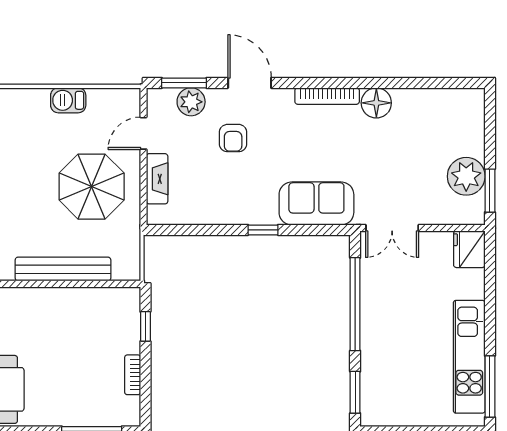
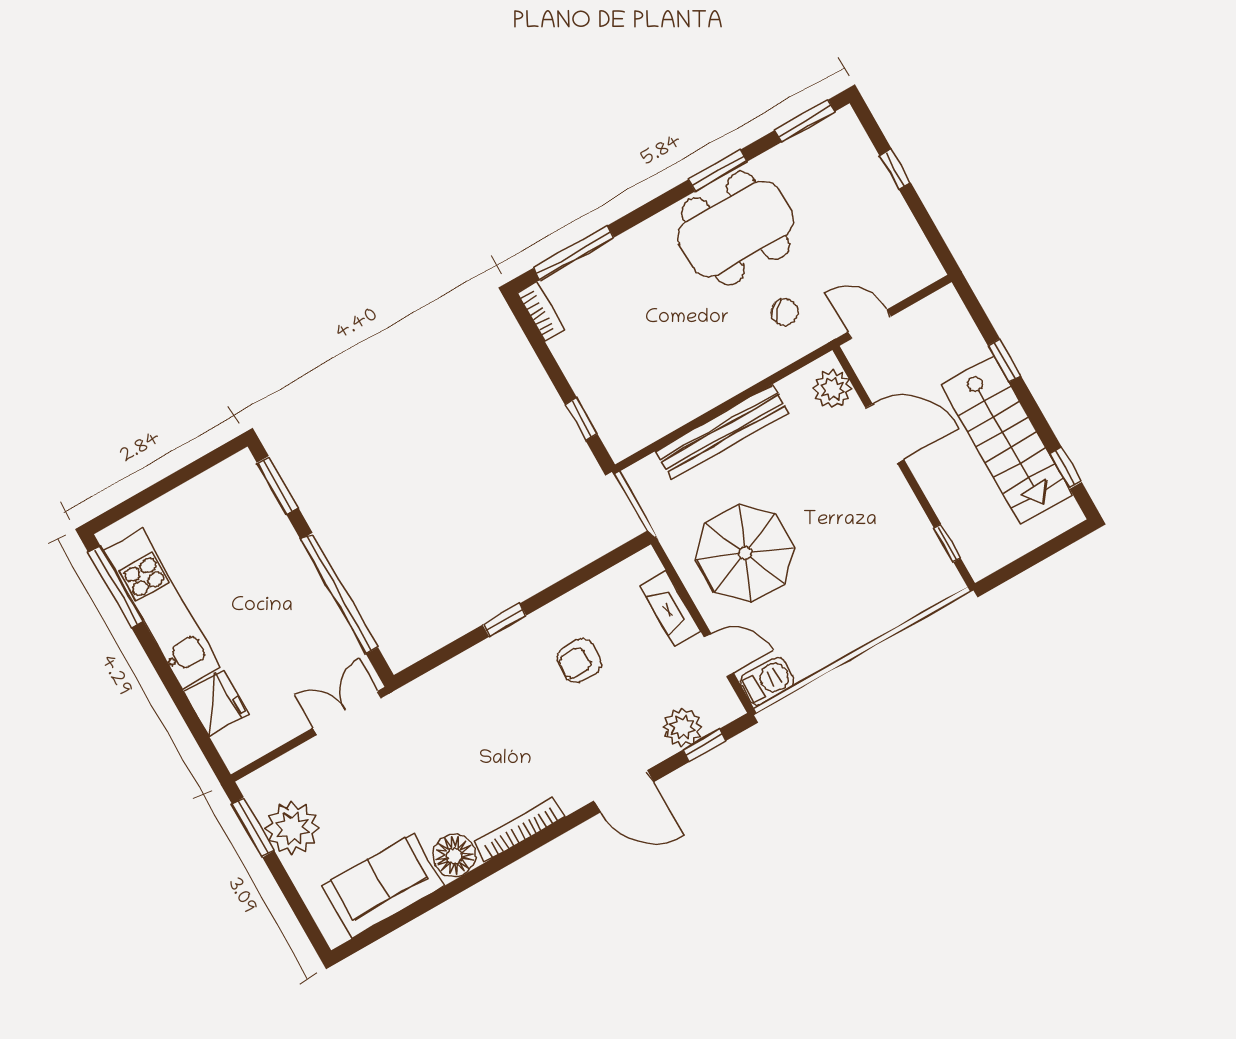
window: (184, 83) -> (704, 745), width x0.67
barbecue: (68, 100) -> (767, 681), moved
door: (143, 133) -> (719, 655), hinge flipped
armchair: (233, 138) -> (579, 661), moved, turned -90
sofa: (316, 204) -> (383, 886), moved, turned 180
fridge: (469, 249) -> (216, 703), moved
bookcase: (133, 375) -> (541, 312), moved

